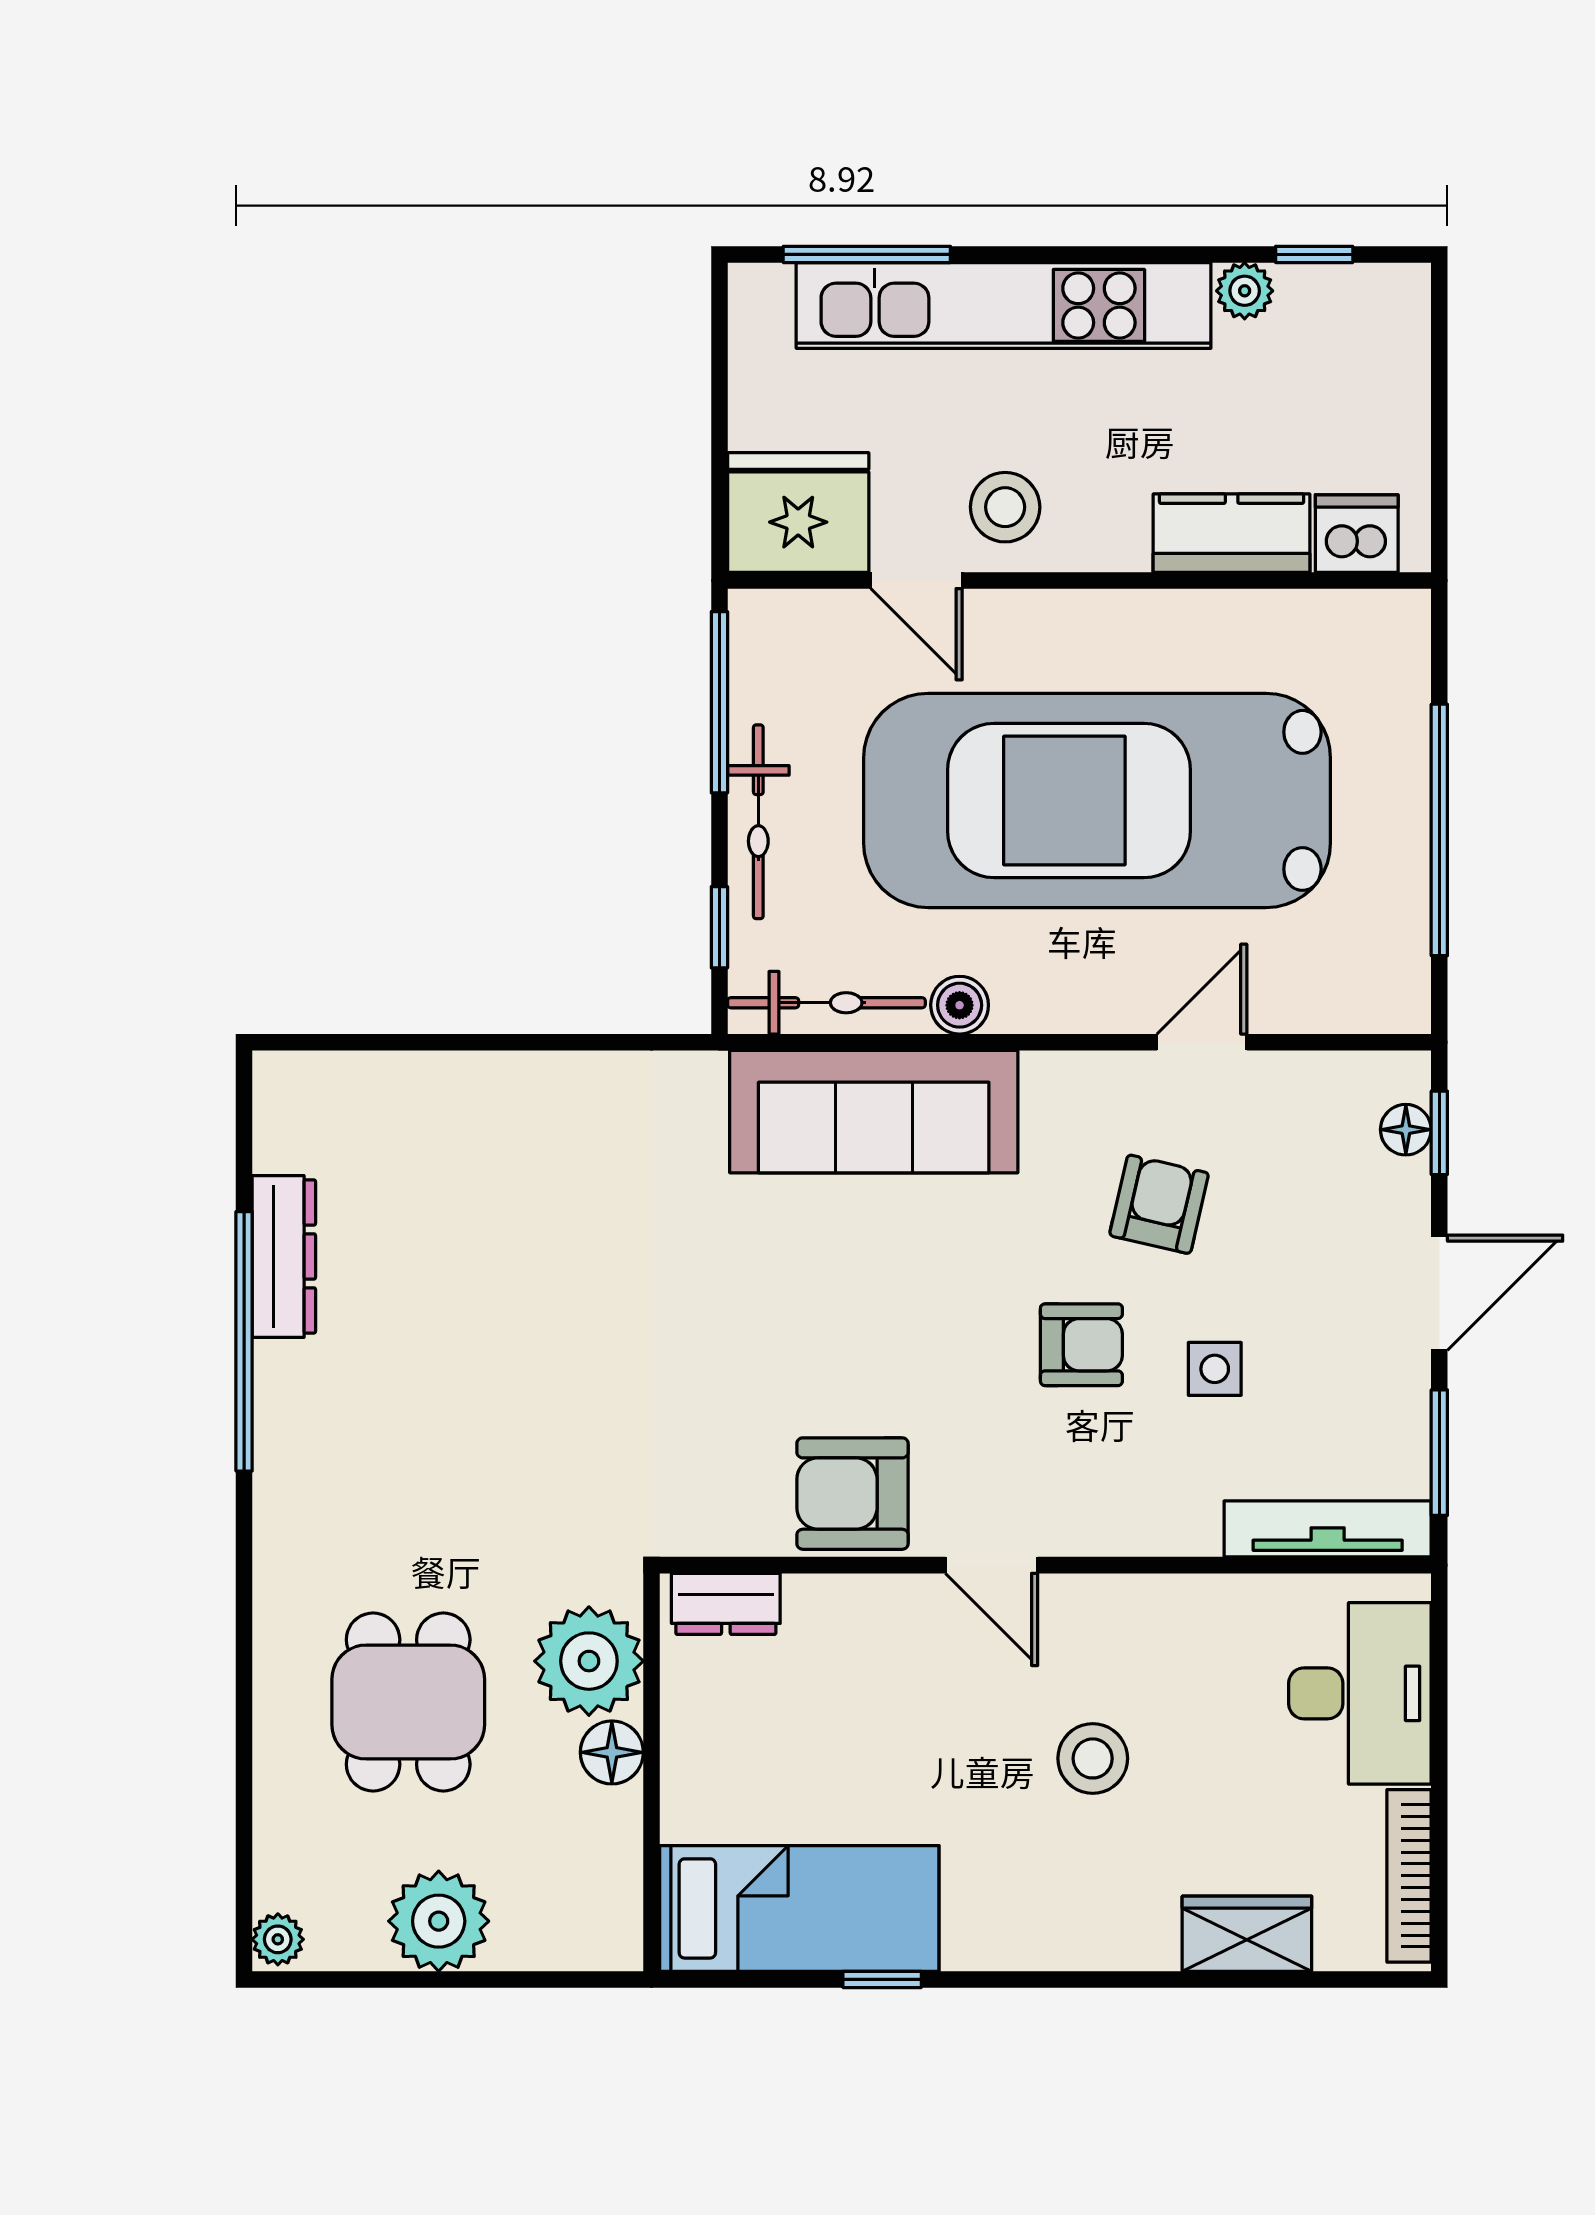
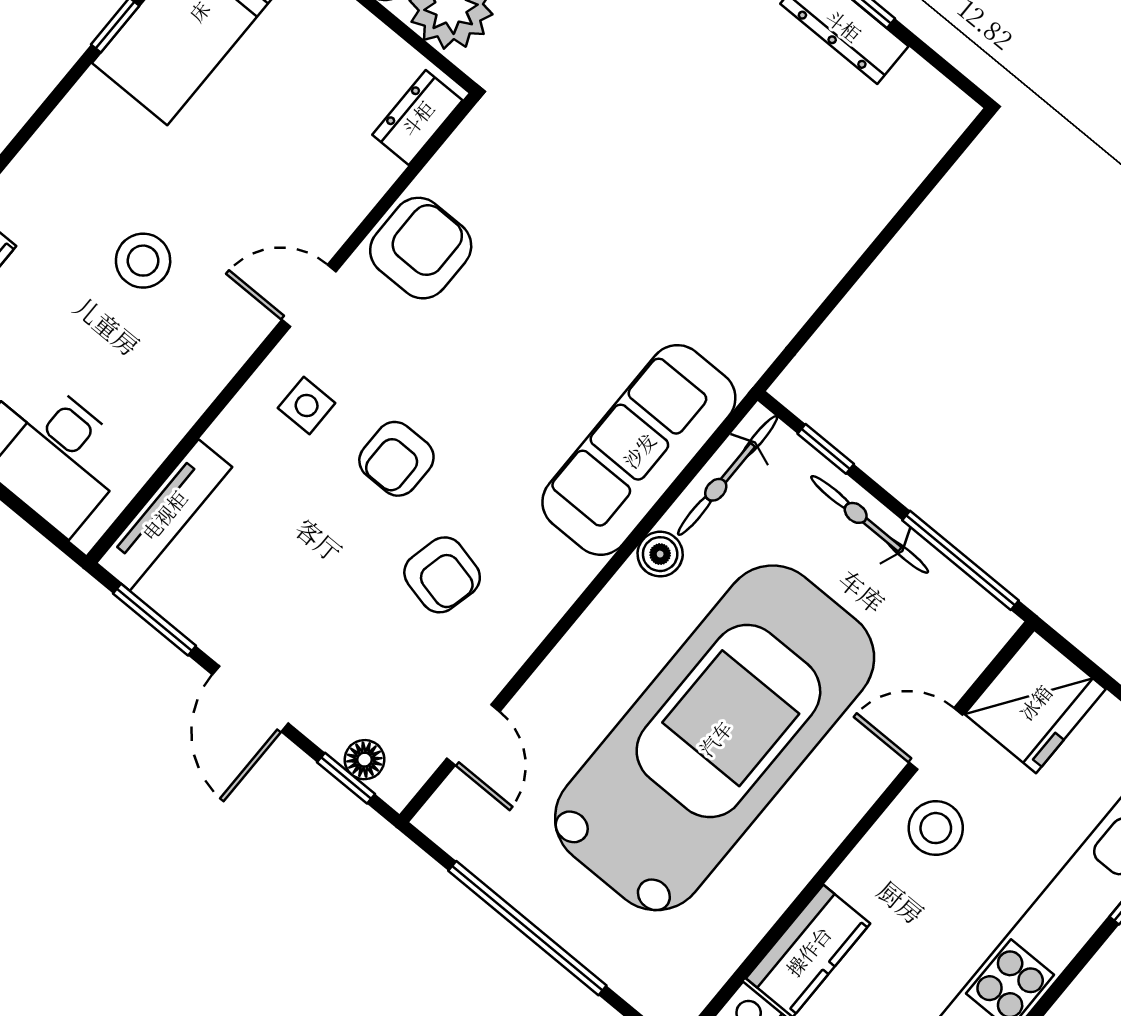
door: (1202, 1042) -> (473, 735), moved
side table: (1215, 1369) -> (307, 405), moved

